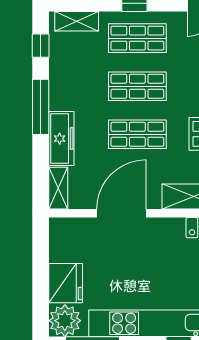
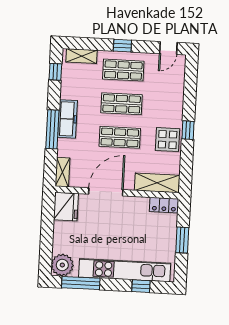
window: (41, 107) -> (52, 129), moved
freezer: (61, 139) -> (67, 119), moved
fridge: (66, 283) -> (66, 207), moved

